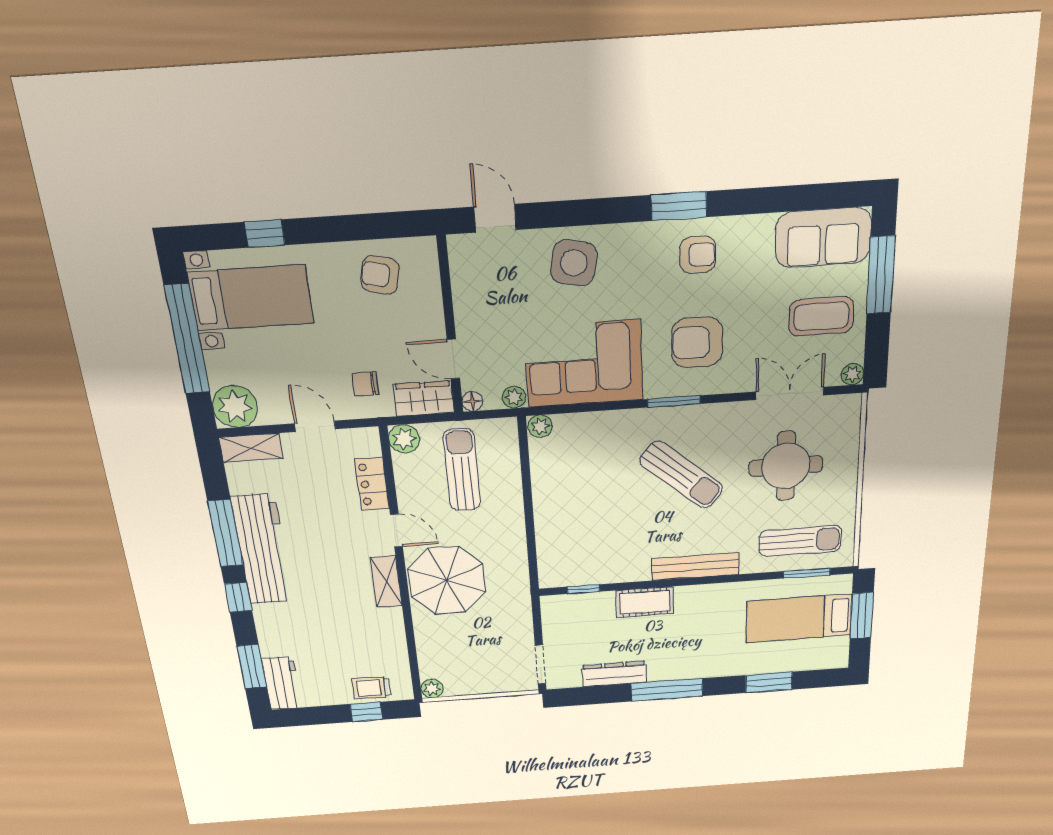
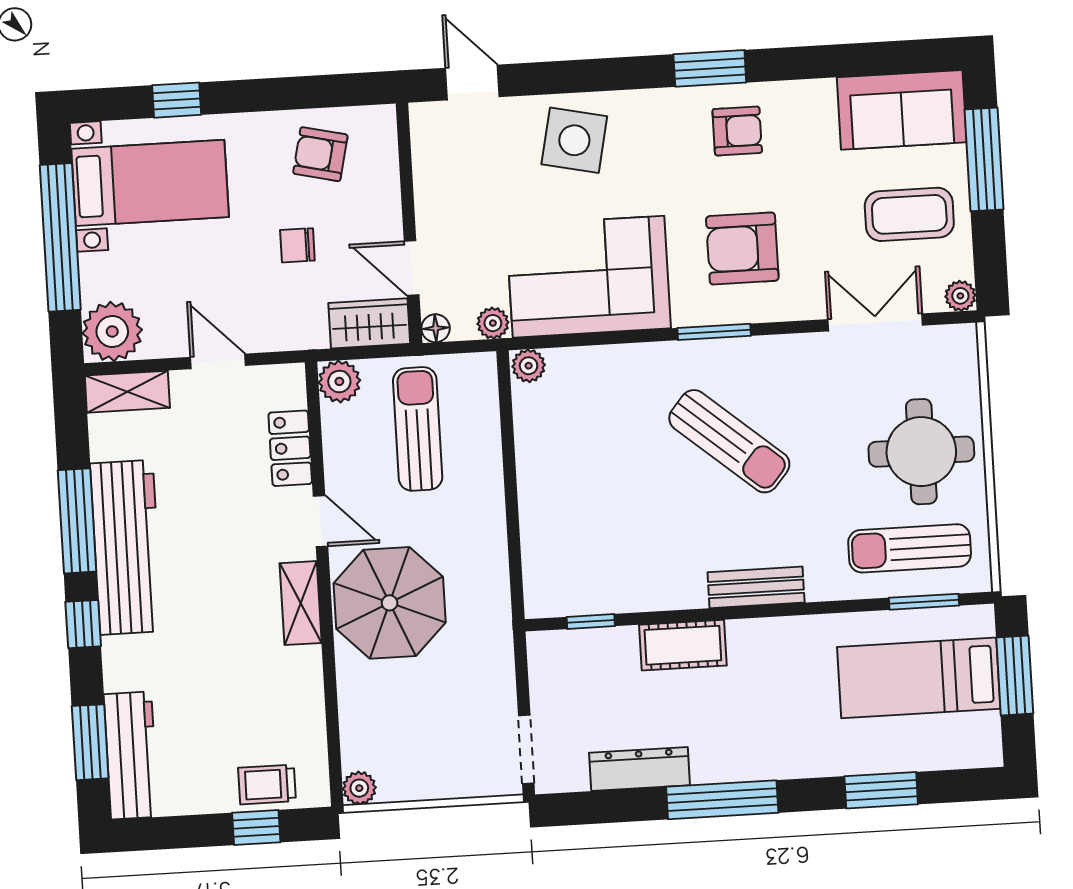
chair: (365, 384) -> (297, 245), moved
round table: (786, 466) -> (921, 452), moved
sun lounger: (800, 541) -> (910, 548), turned 180
bench: (695, 567) -> (756, 587), width x0.73
workbench: (282, 683) -> (131, 755), width x1.38

